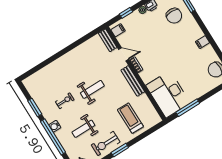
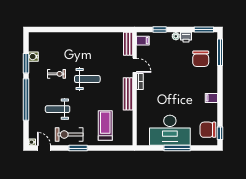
desk: (168, 94) -> (170, 130), moved, turned -90
window: (188, 108) -> (177, 148), moved
water cooler: (55, 126) -> (33, 57), moved

